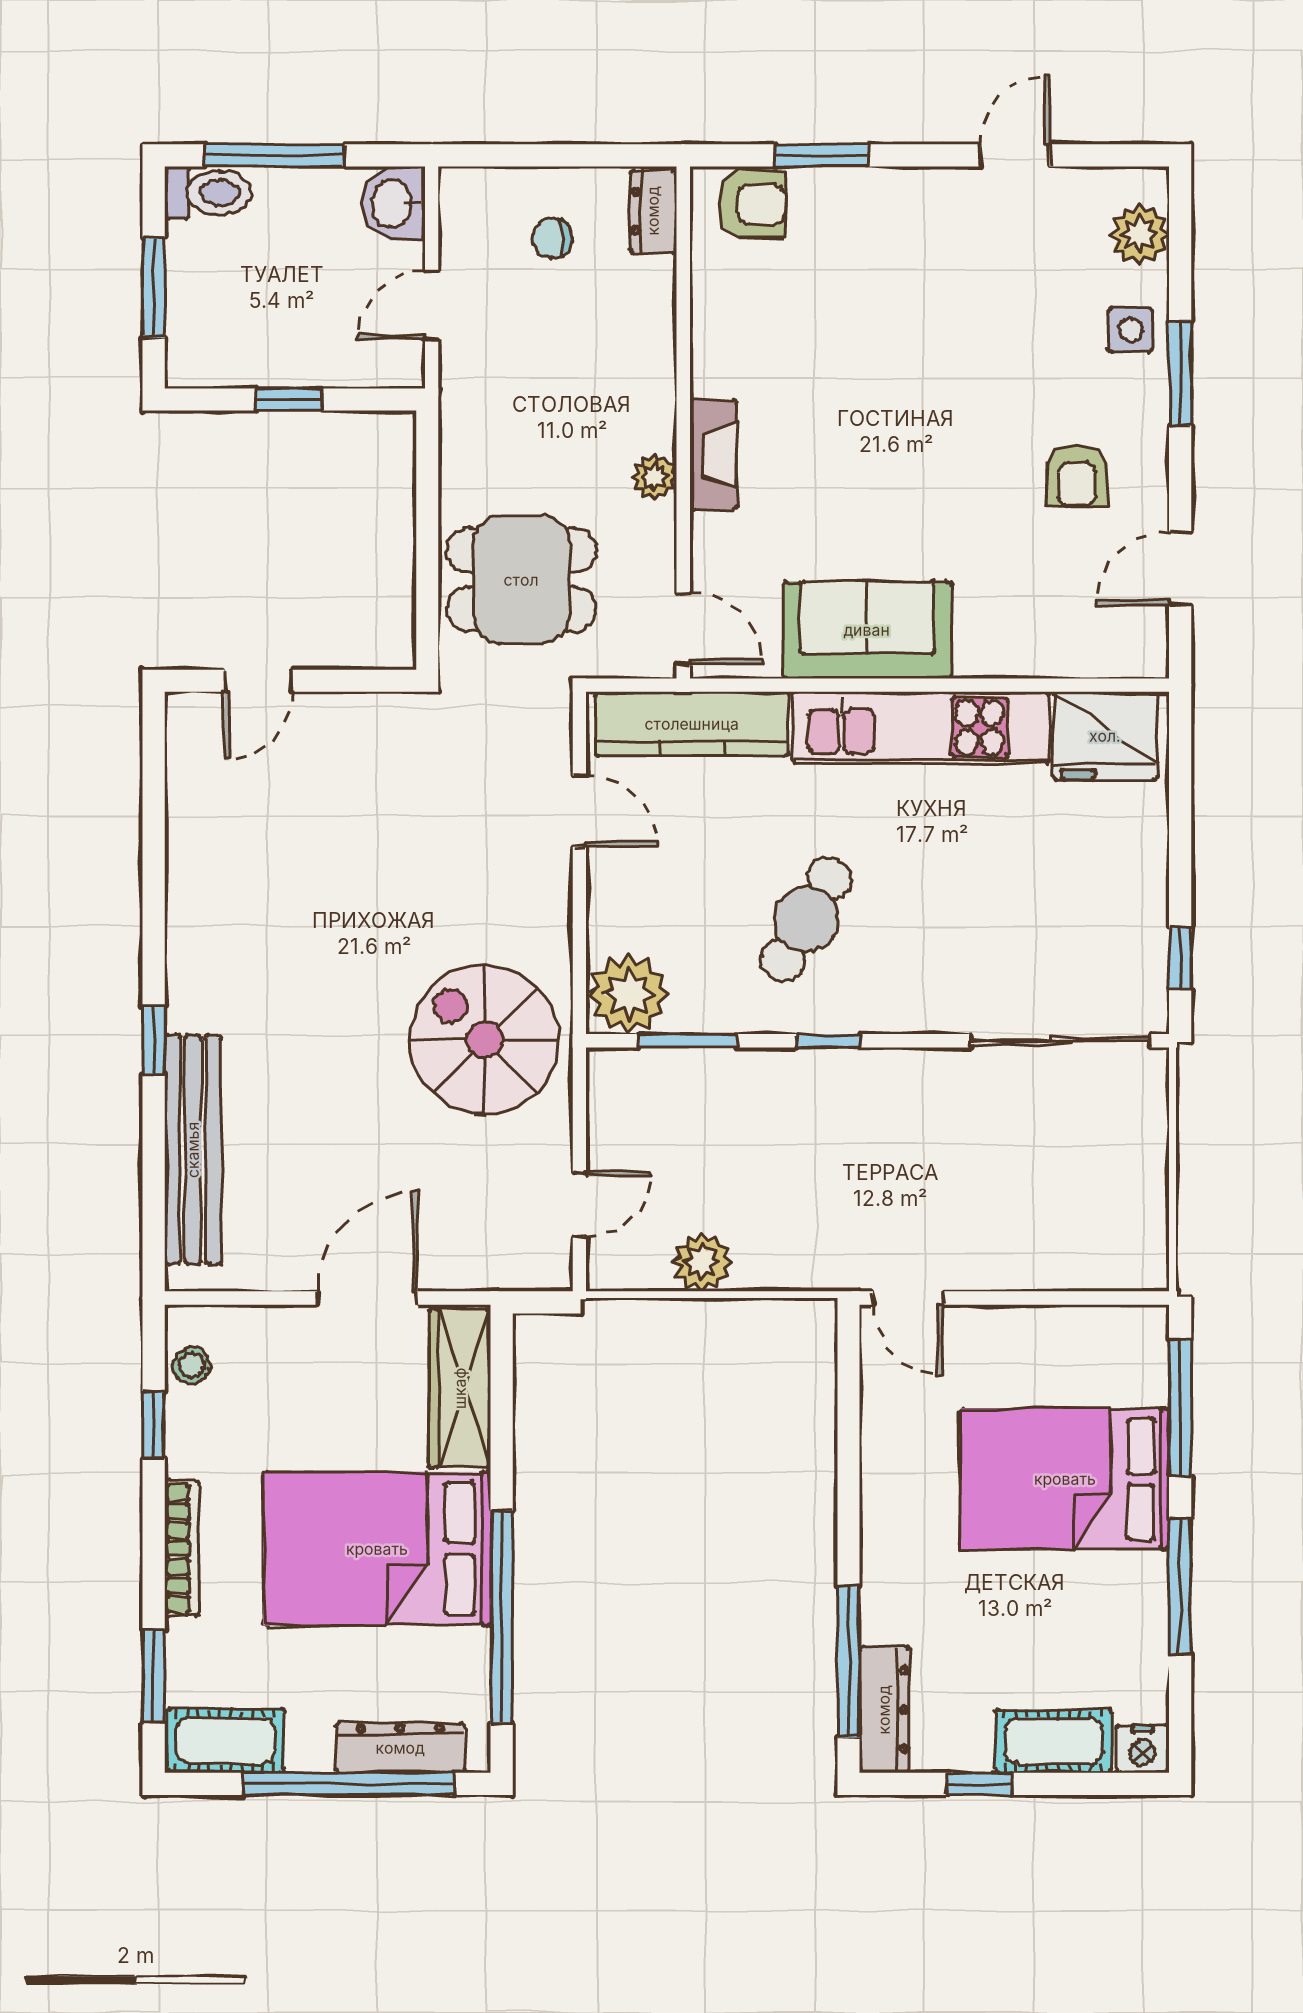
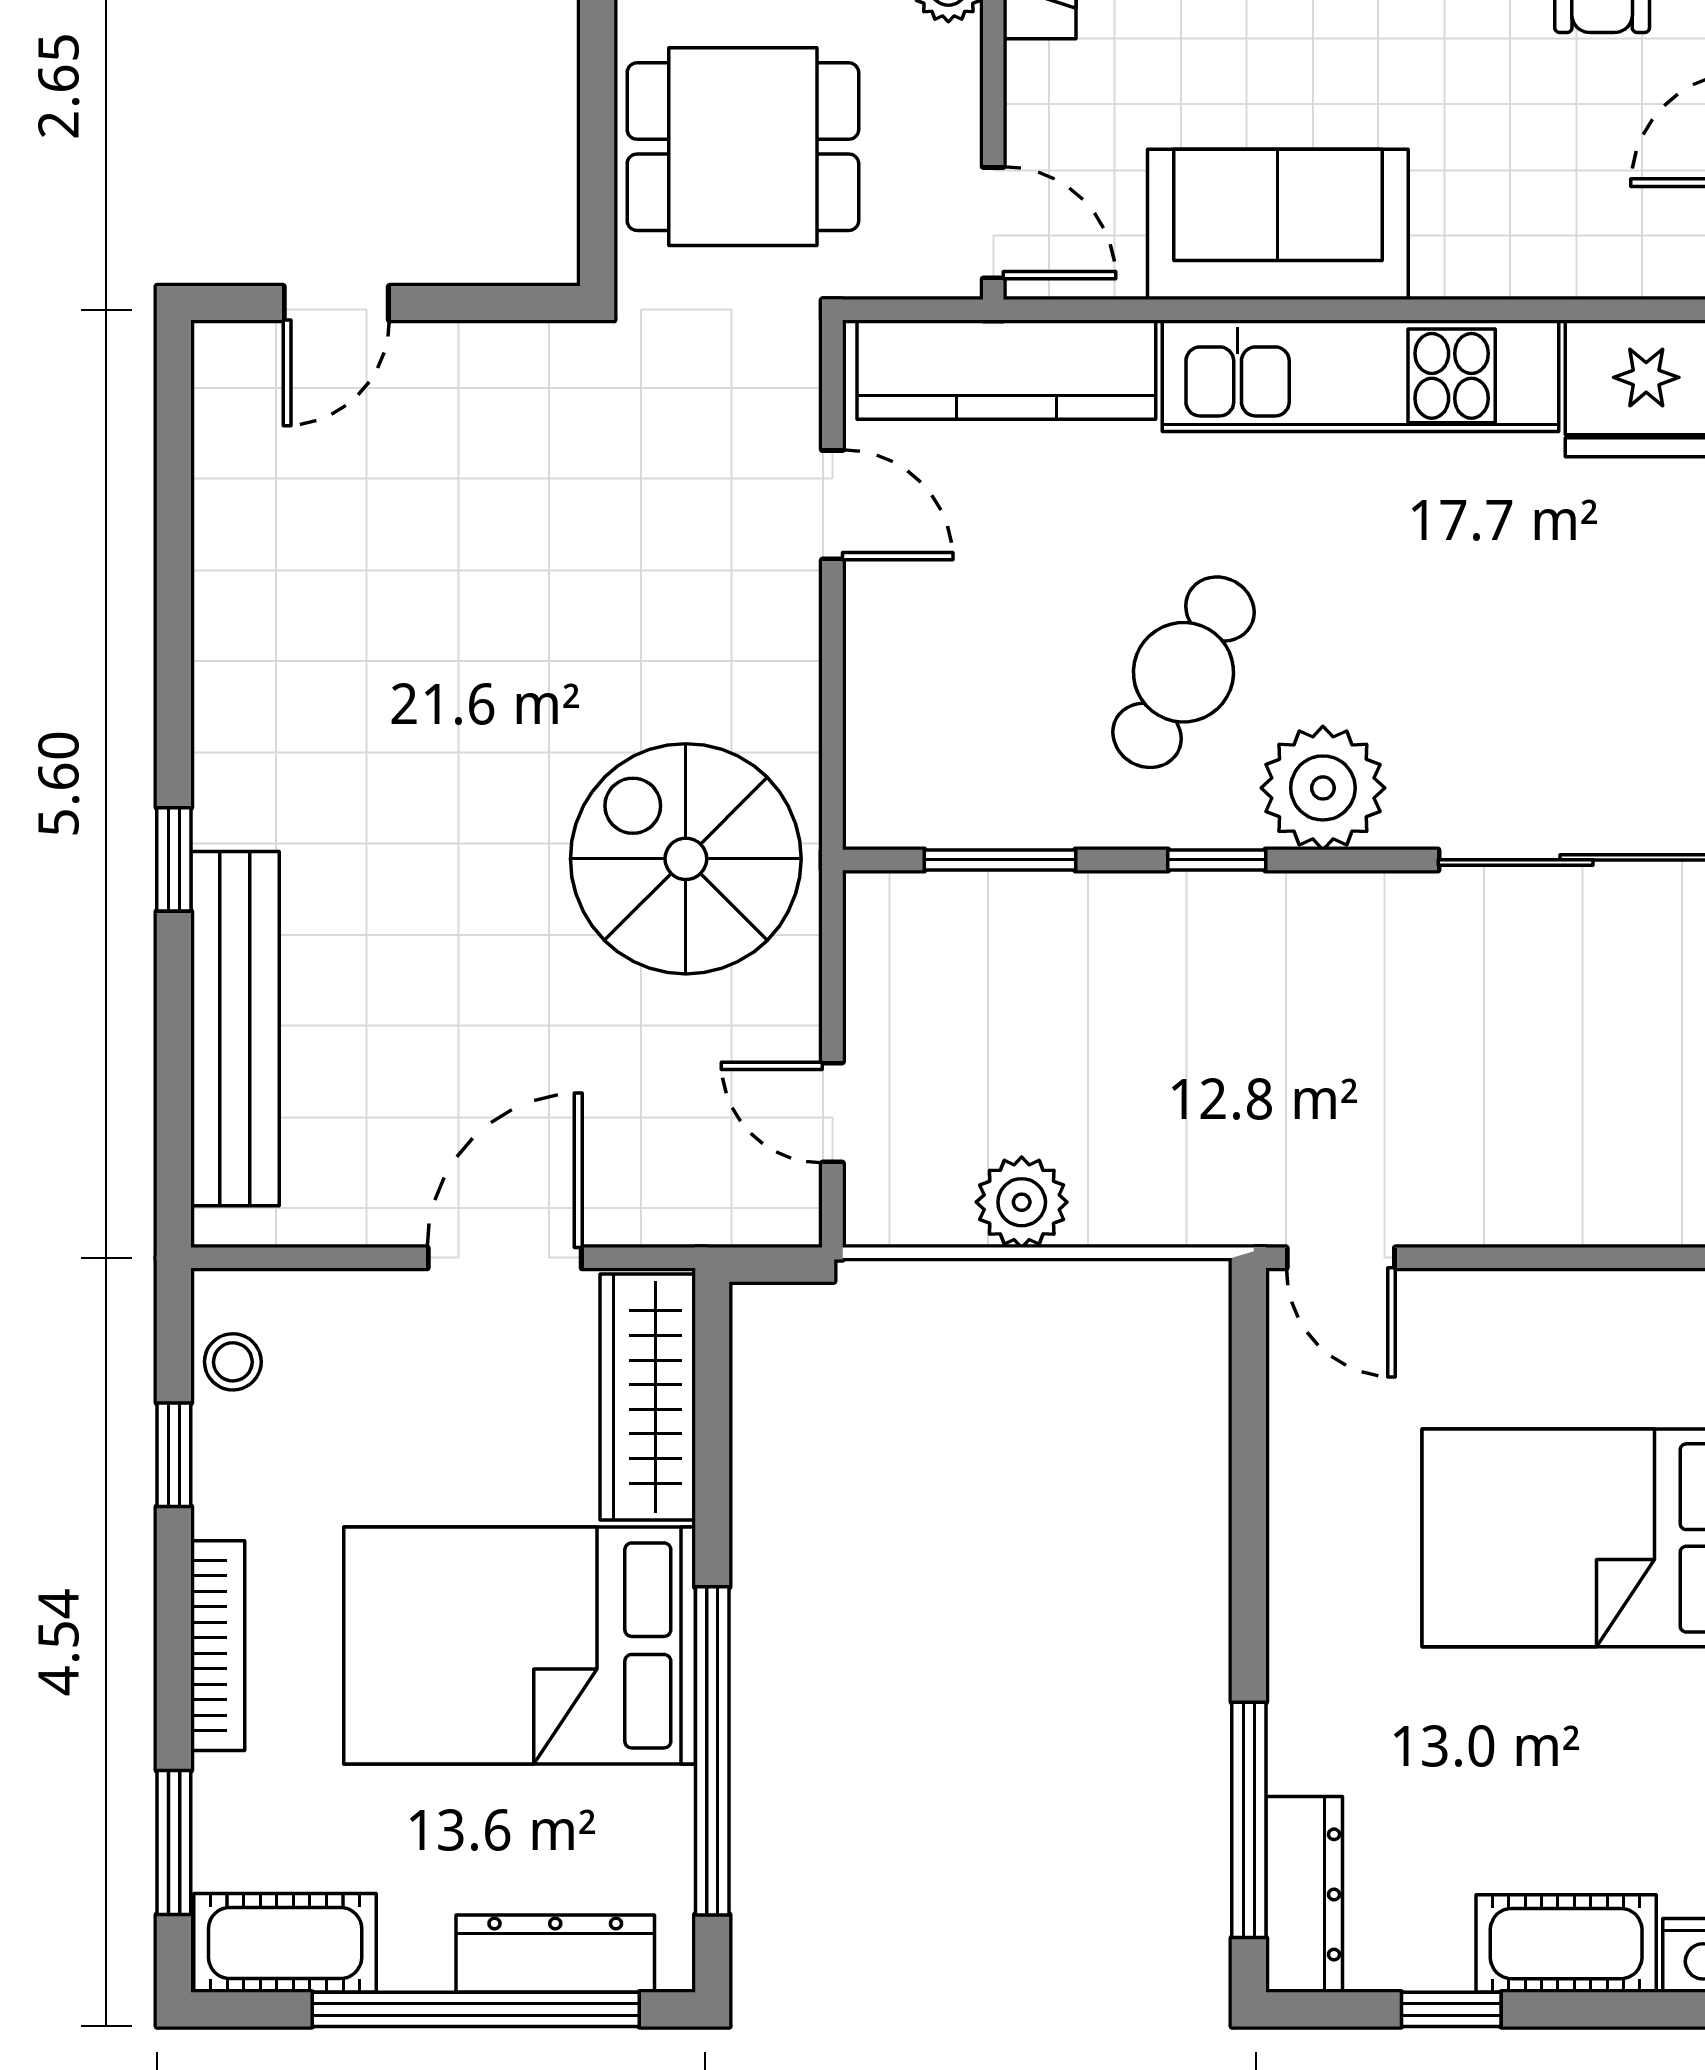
plant: (629, 994) -> (1323, 788), moved
door: (579, 1204) -> (832, 1113), swing flipped

